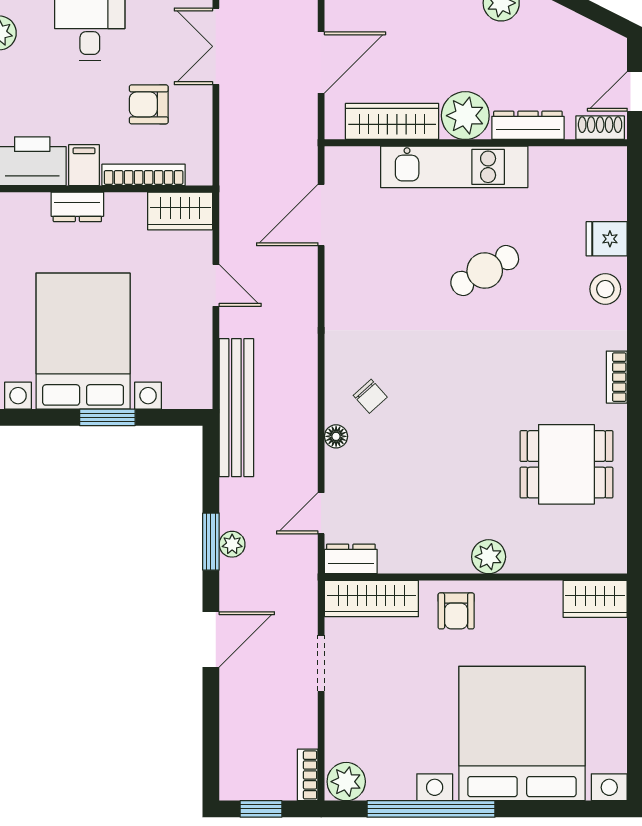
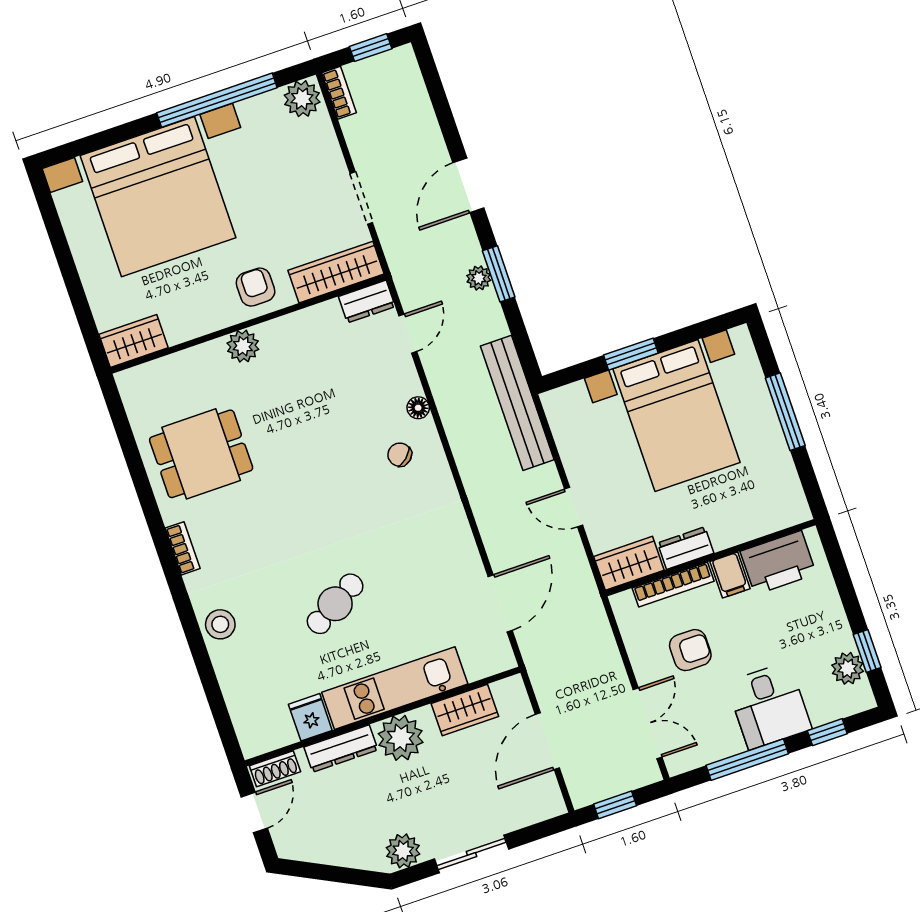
wardrobe: (392, 121) -> (465, 710), width x0.67
dresser: (77, 207) -> (686, 548), moved
fridge: (607, 239) -> (310, 717), moved, turned -90

